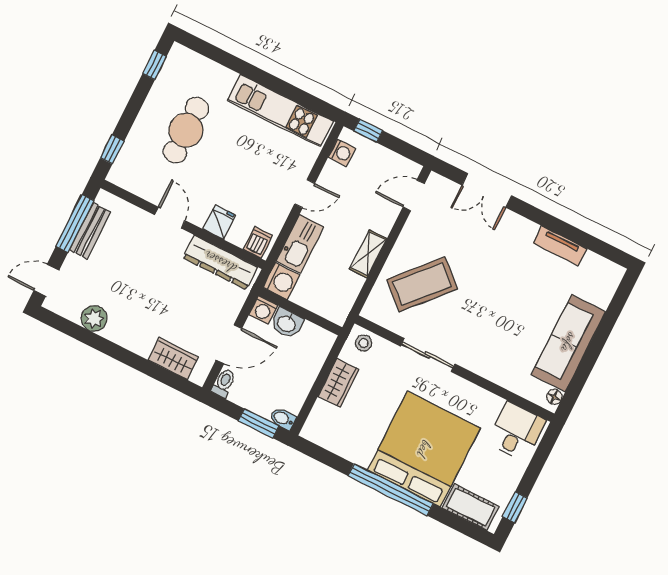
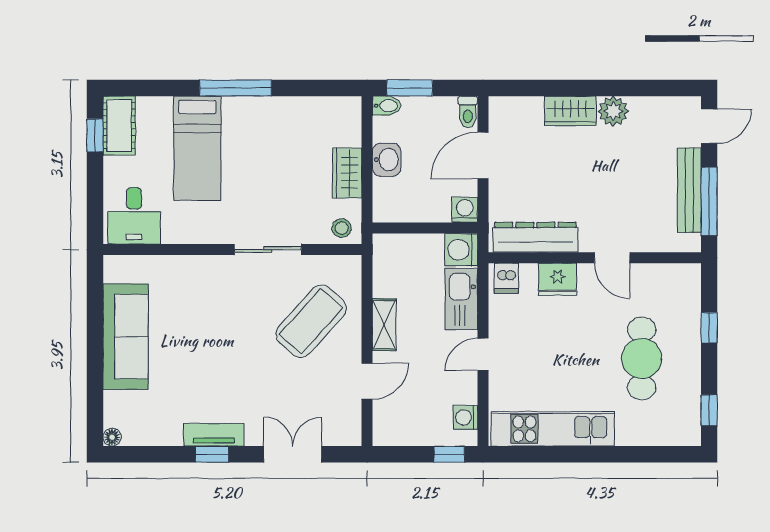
window: (112, 149) -> (709, 328), moved
door: (414, 195) -> (367, 381), moved
window: (548, 221) -> (212, 454), added
fridge: (220, 222) -> (557, 279), width x1.38
bench: (90, 231) -> (689, 190), width x1.36
tv unit: (560, 246) -> (214, 435), moved
plant: (94, 319) -> (613, 111), moved
washbasin: (287, 323) -> (387, 160), moved, turned 90
wardrobe: (173, 359) -> (570, 111), moved
floor lamp: (554, 397) -> (112, 437), moved
bed: (424, 449) -> (197, 148), width x0.49
window: (391, 490) -> (235, 88), width x0.68
cot: (471, 507) -> (119, 126), moved, turned 90

